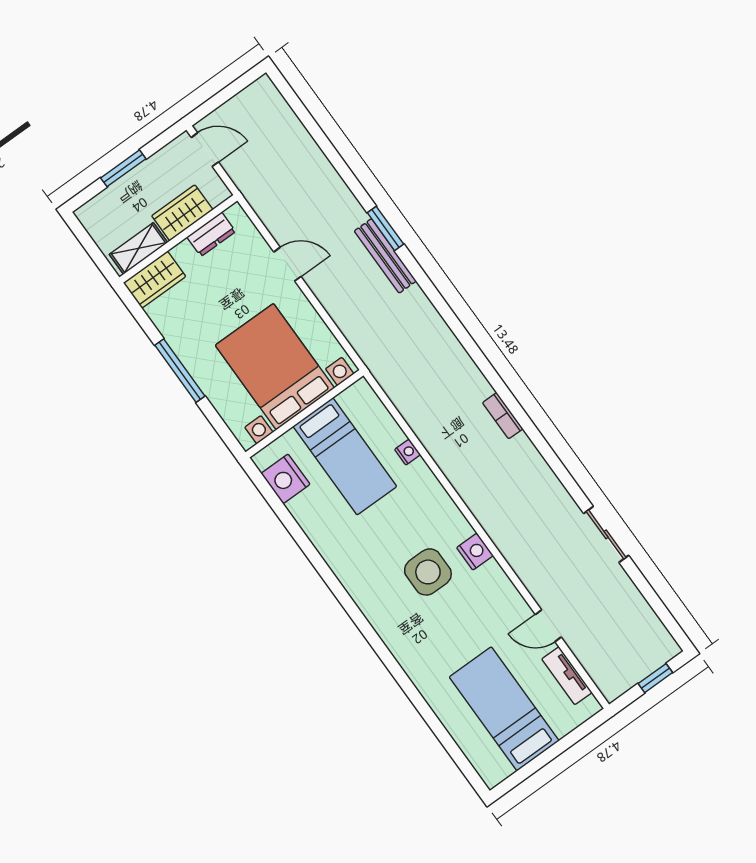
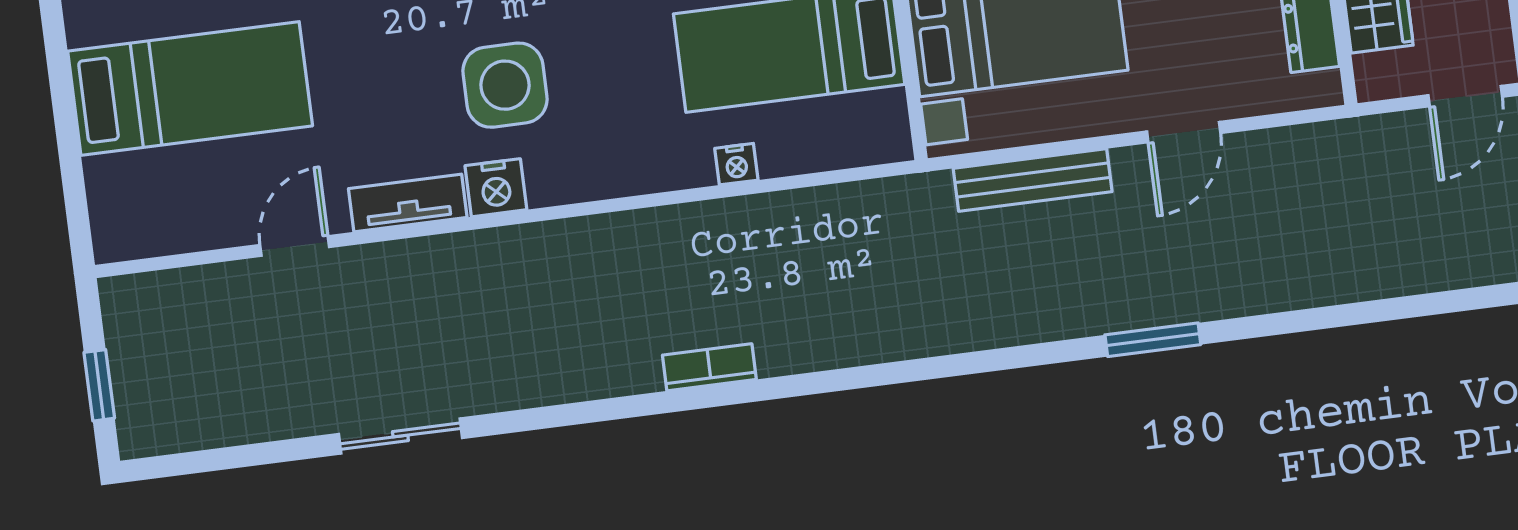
bench: (385, 256) -> (1033, 180), moved
tv unit: (567, 676) -> (408, 203), moved

